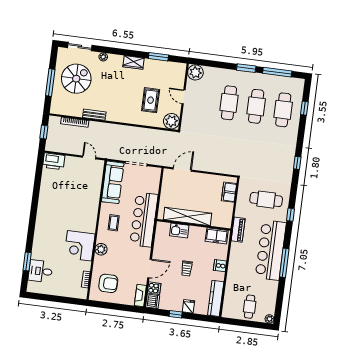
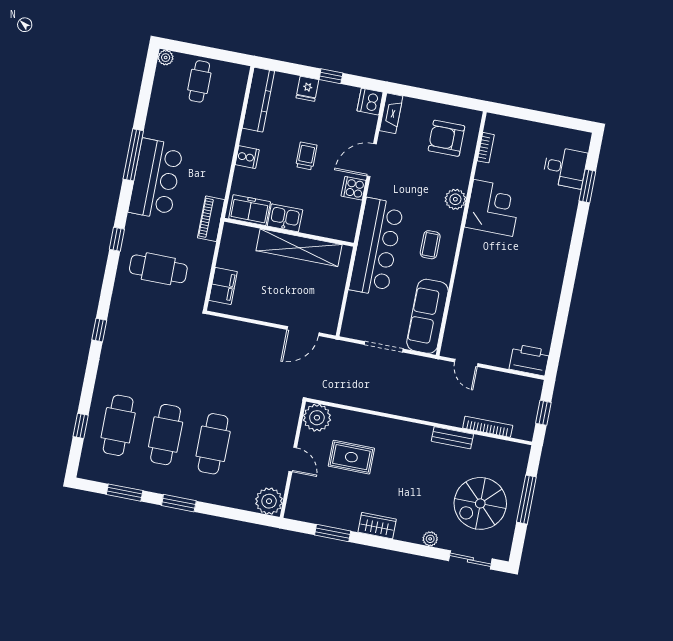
window: (277, 72) -> (125, 493), width x0.69
rug: (151, 100) -> (351, 457), turned 90
kitchen sink: (179, 231) -> (285, 218), moved
bar counter: (271, 250) -> (156, 179), width x0.73
cooker: (154, 288) -> (354, 188), moved

